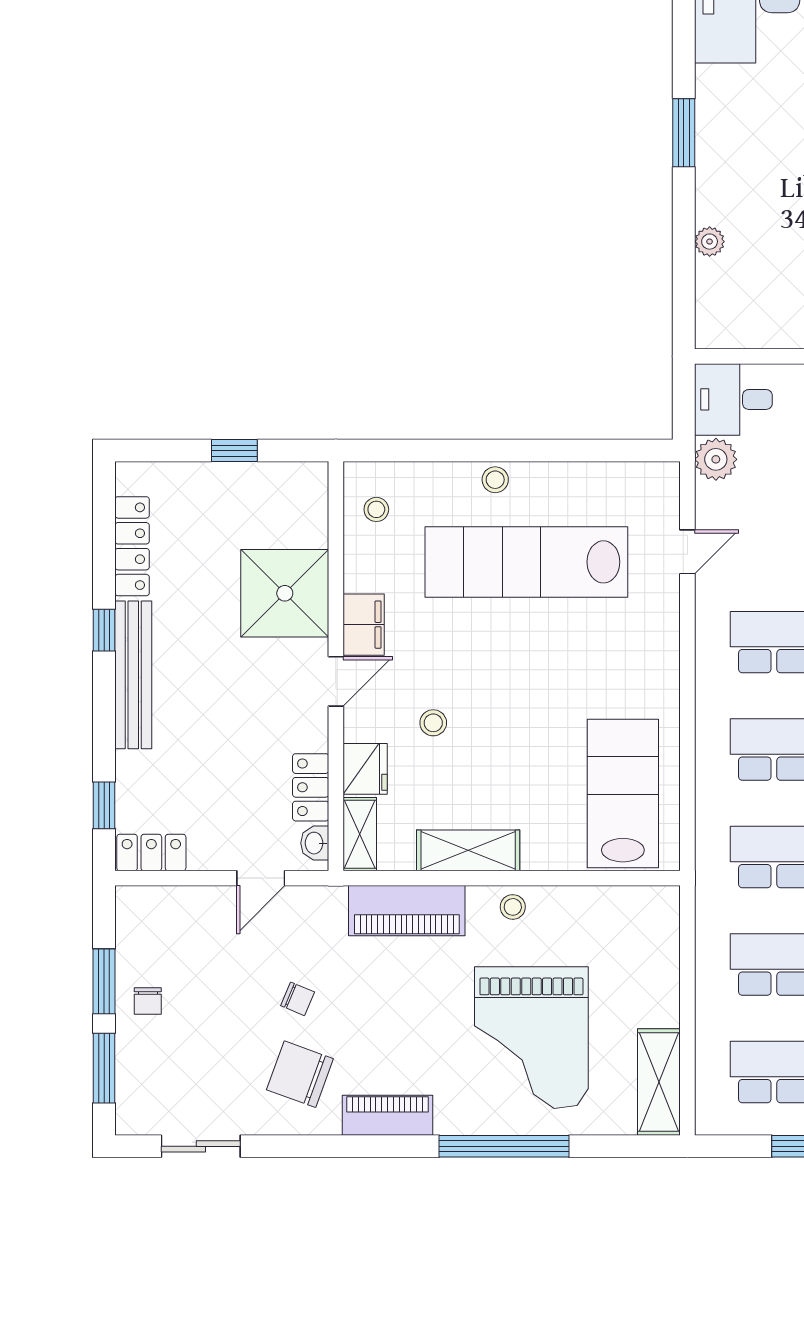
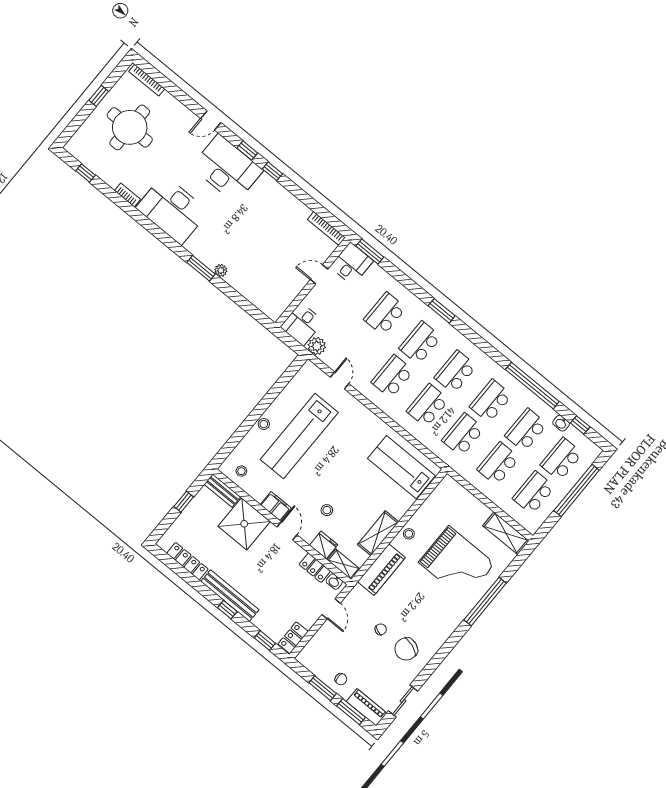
plant: (710, 242) -> (221, 270), moved
bench: (312, 504) -> (222, 491), added
window: (104, 630) -> (227, 610), moved
piano: (388, 1115) -> (367, 707), moved, turned 90

